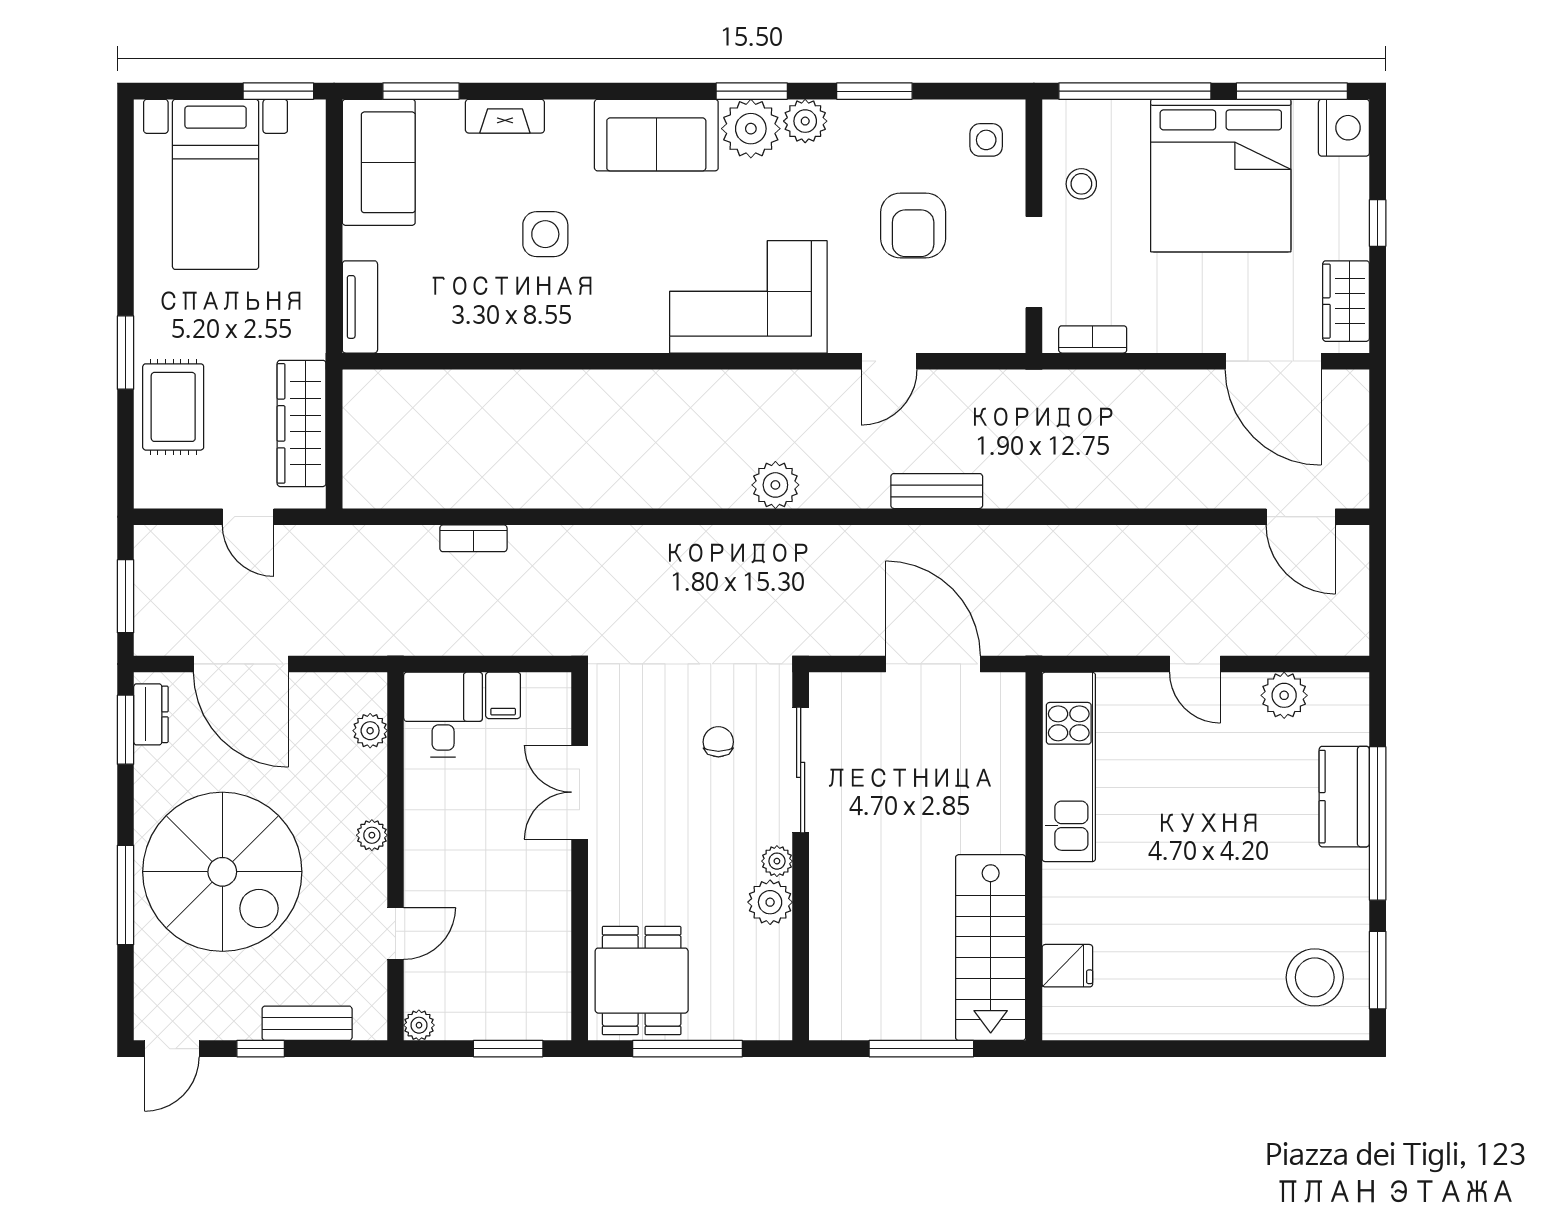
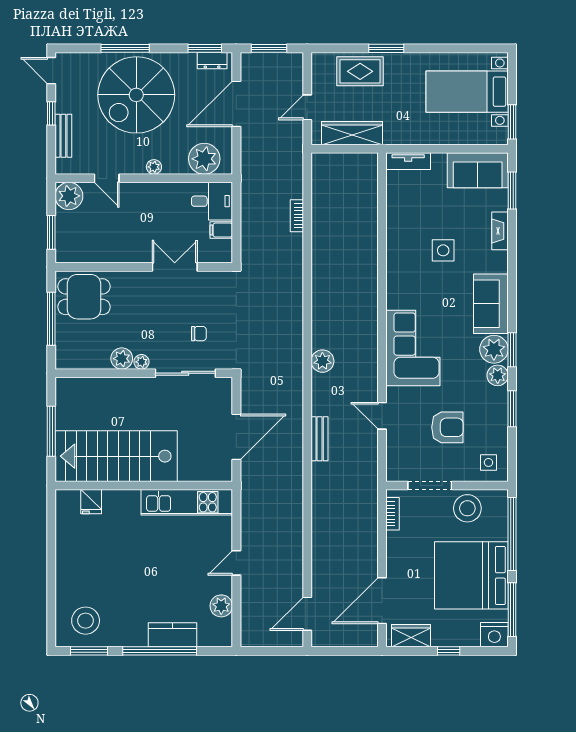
stool: (1081, 184) -> (467, 508), width x1.89, depth x1.89
armchair: (913, 225) -> (447, 427), turned 180
plant: (370, 731) -> (204, 159), width x1.87, depth x1.87
stairs: (991, 948) -> (116, 456), width x1.36, depth x1.51
plant: (419, 1025) -> (69, 196), width x1.88, depth x1.88

